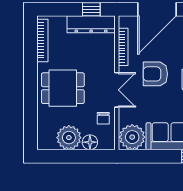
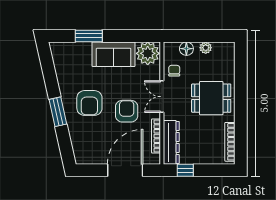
dresser: (91, 24) -> (171, 142), moved, turned 90
armchair: (155, 74) -> (127, 111), turned -90
plant: (69, 138) -> (206, 48), width x0.53, depth x0.53

